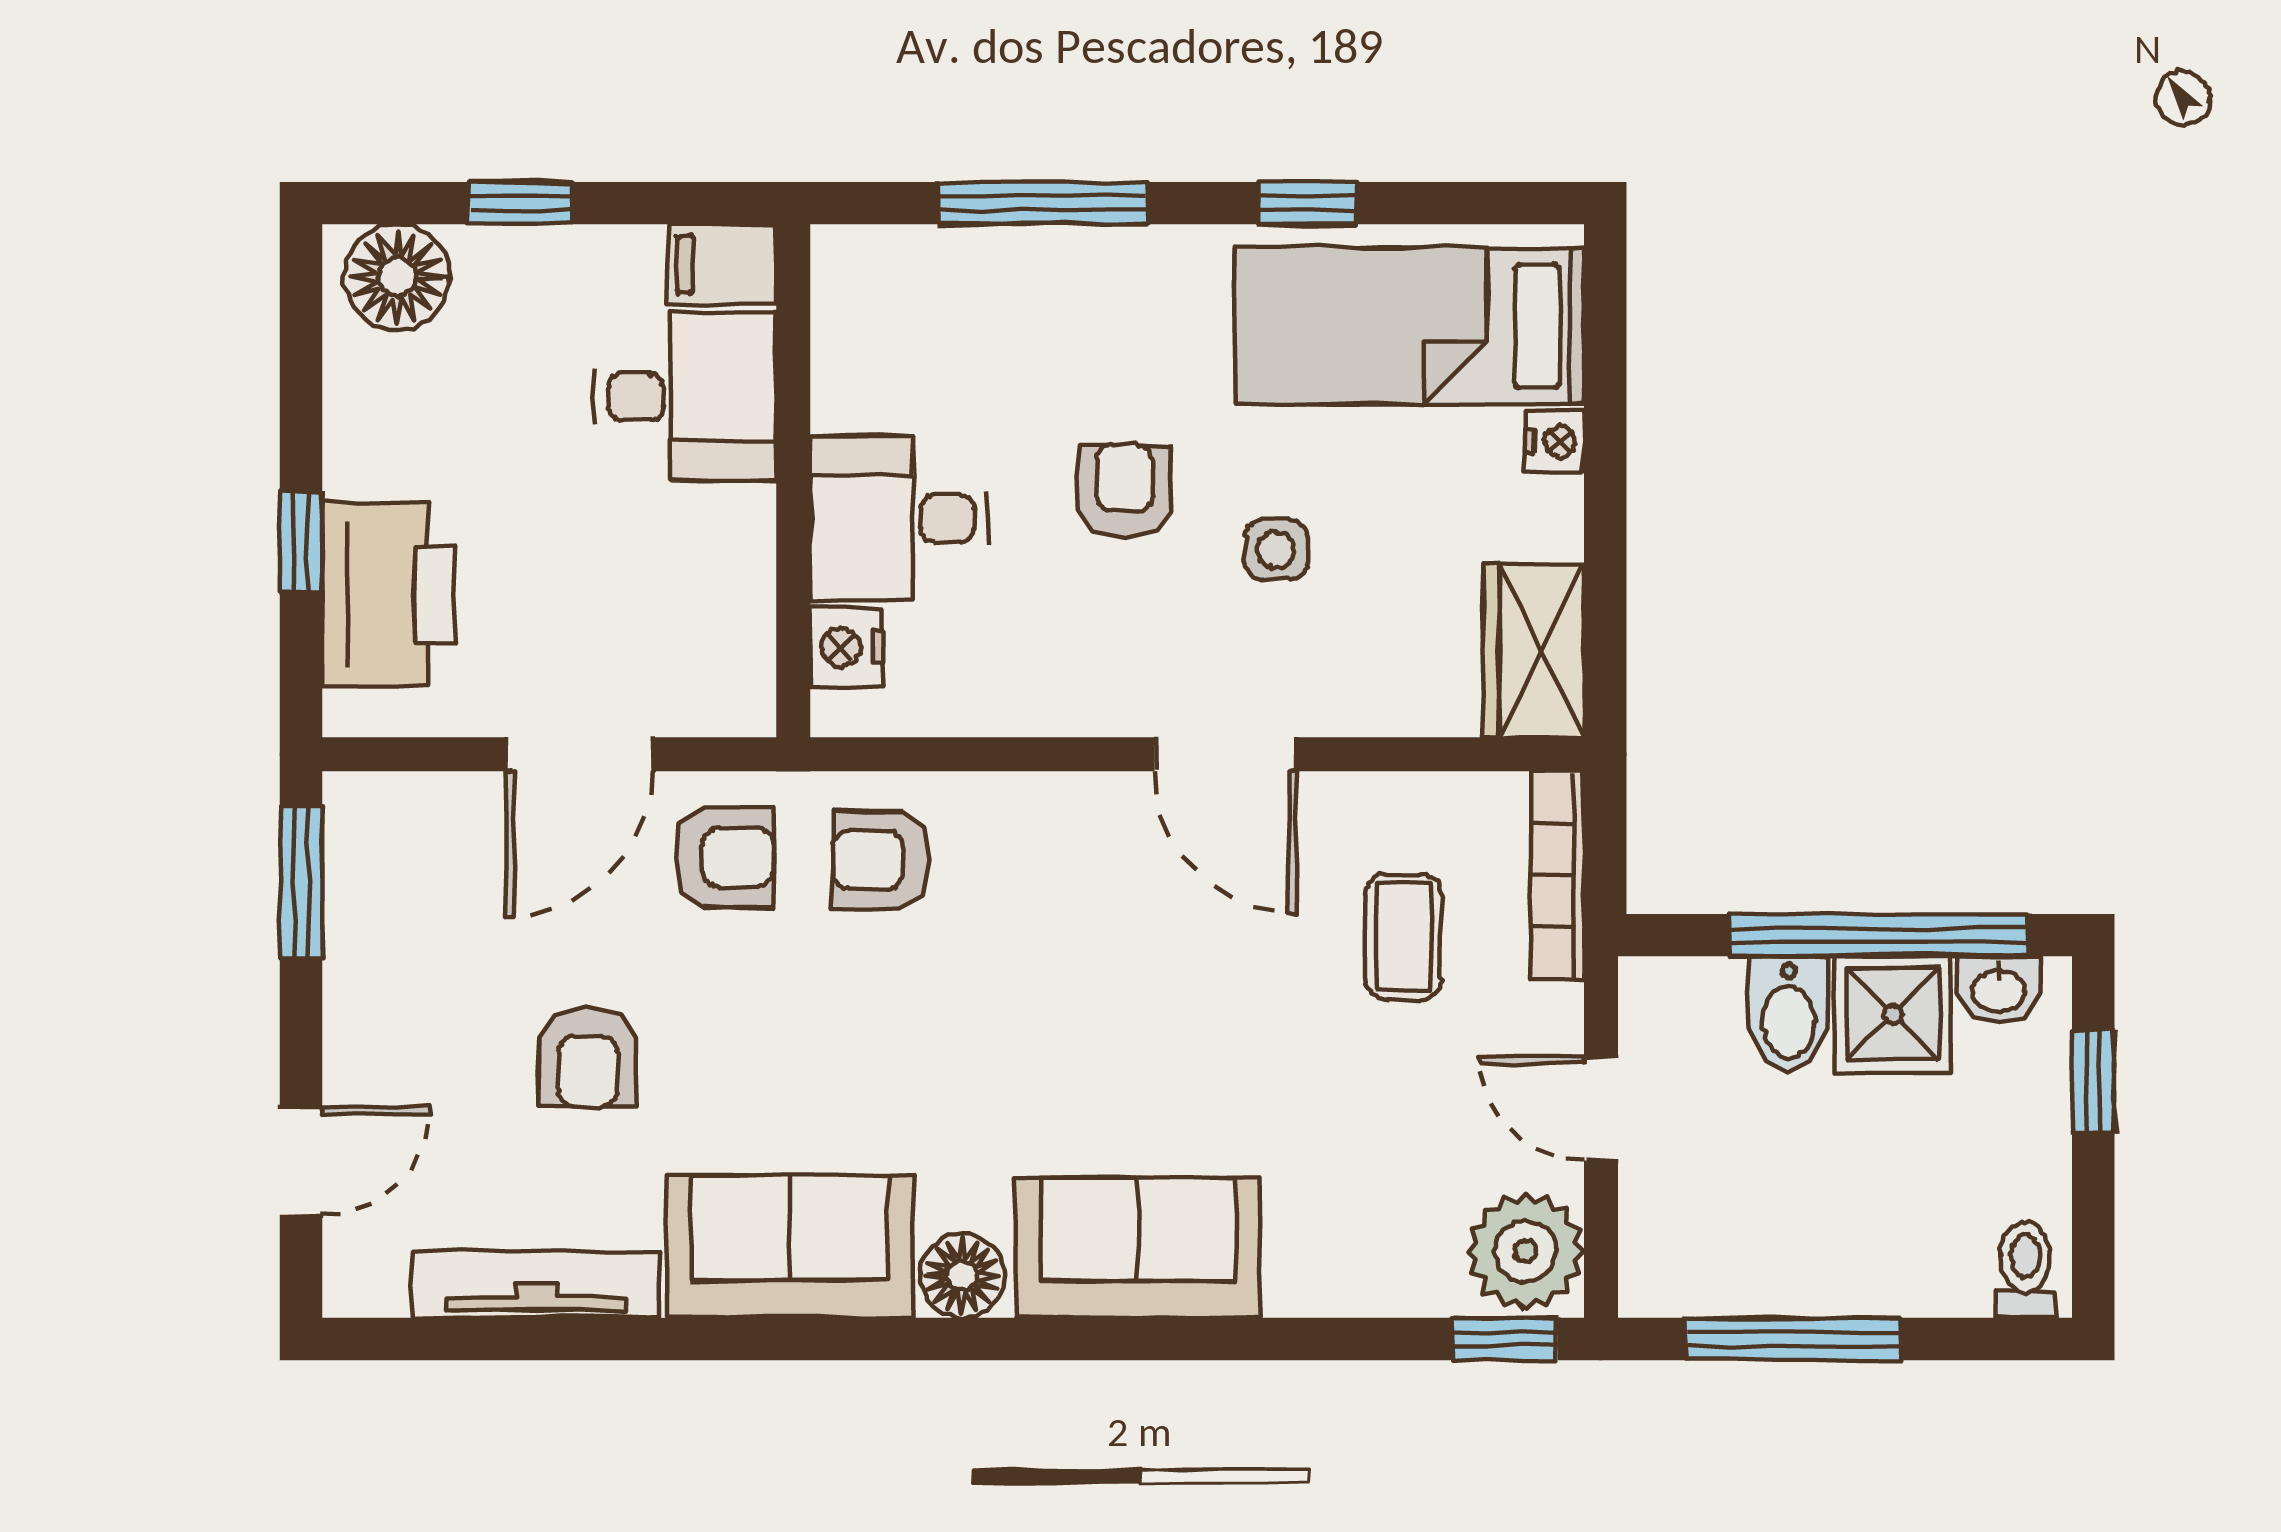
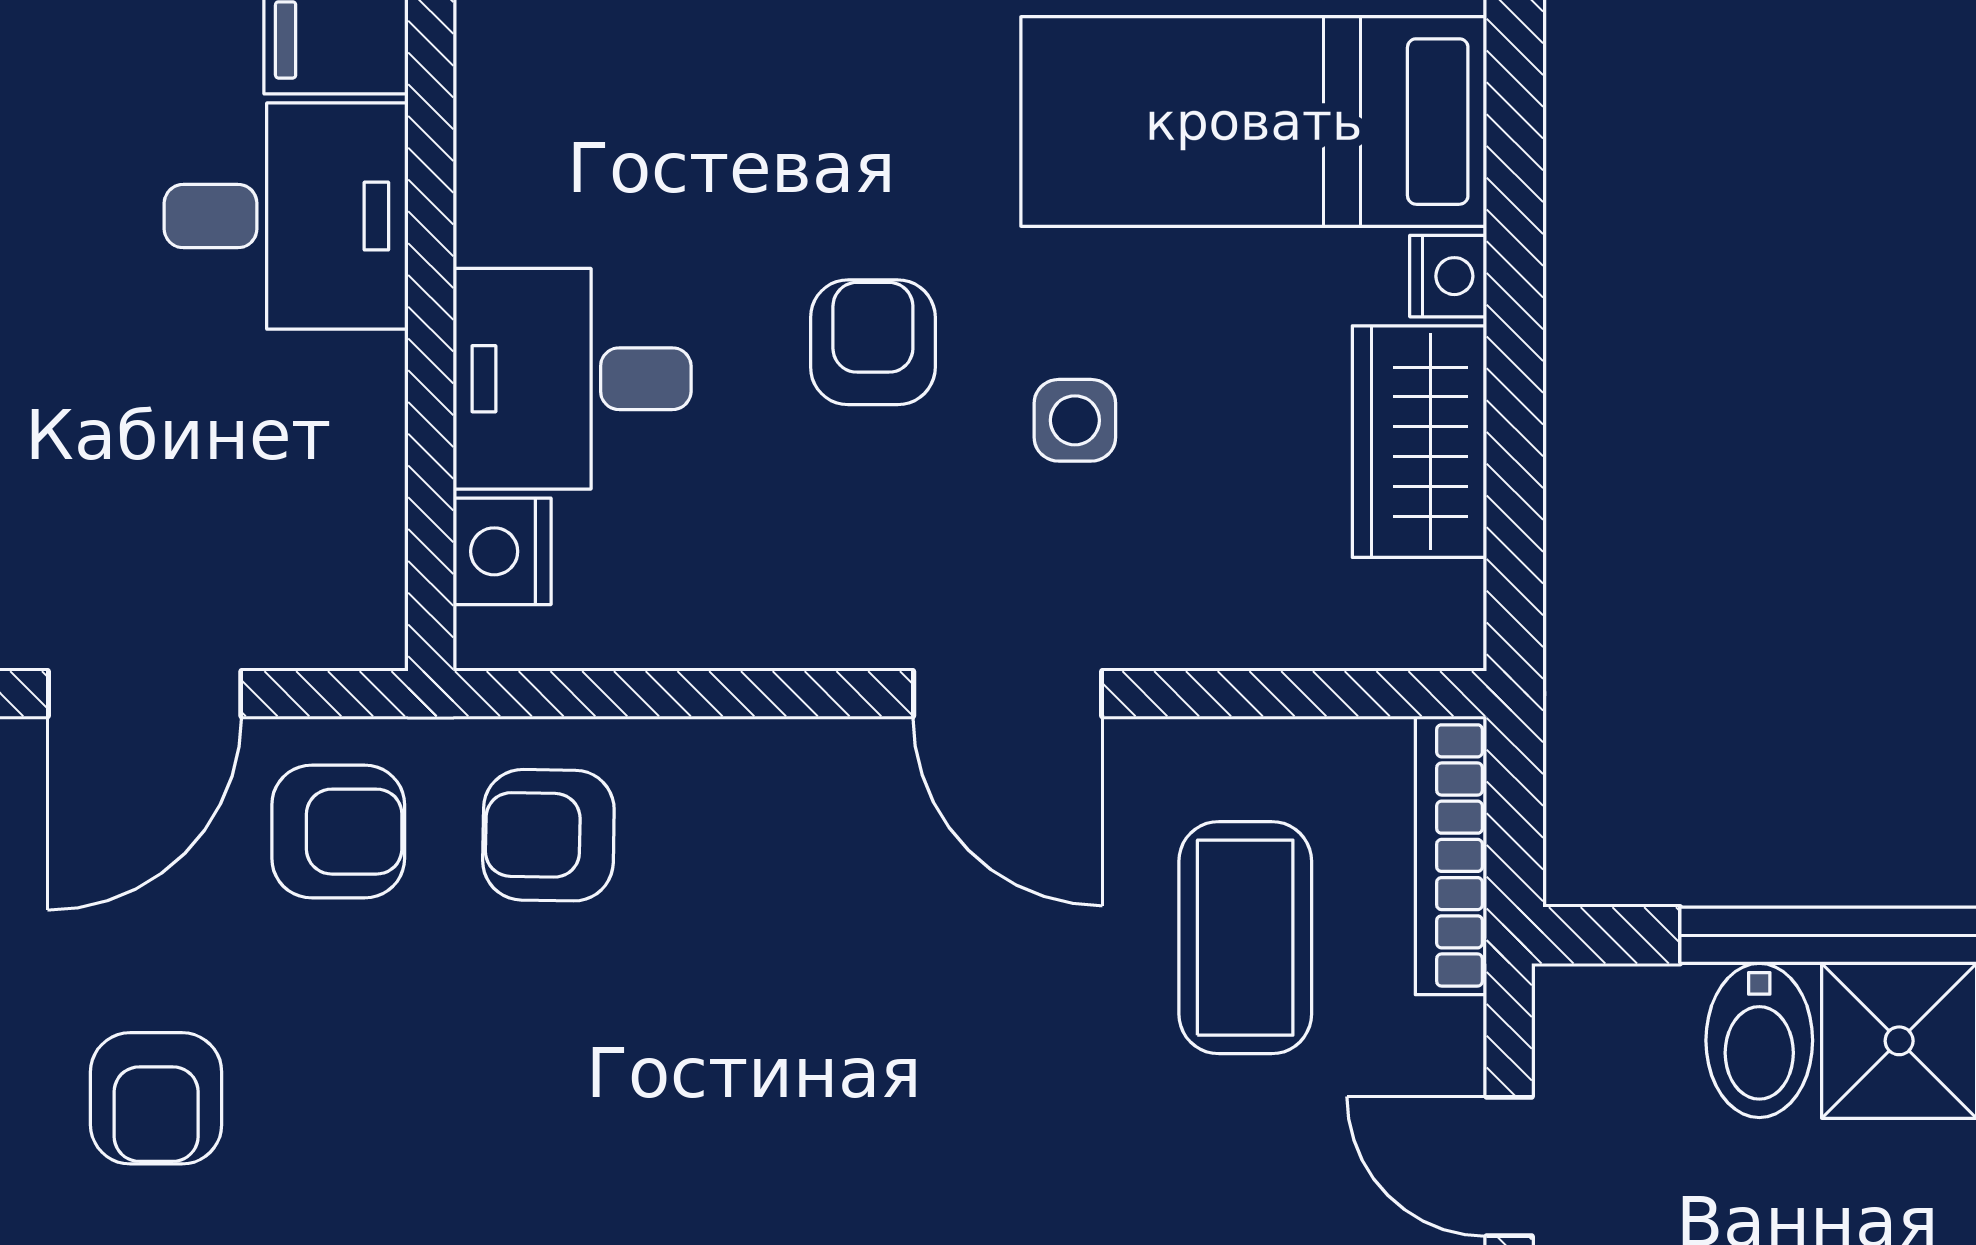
wardrobe: (1534, 651) -> (1419, 442), moved
coffee table: (1403, 937) -> (1245, 938), width x1.36, depth x1.30

